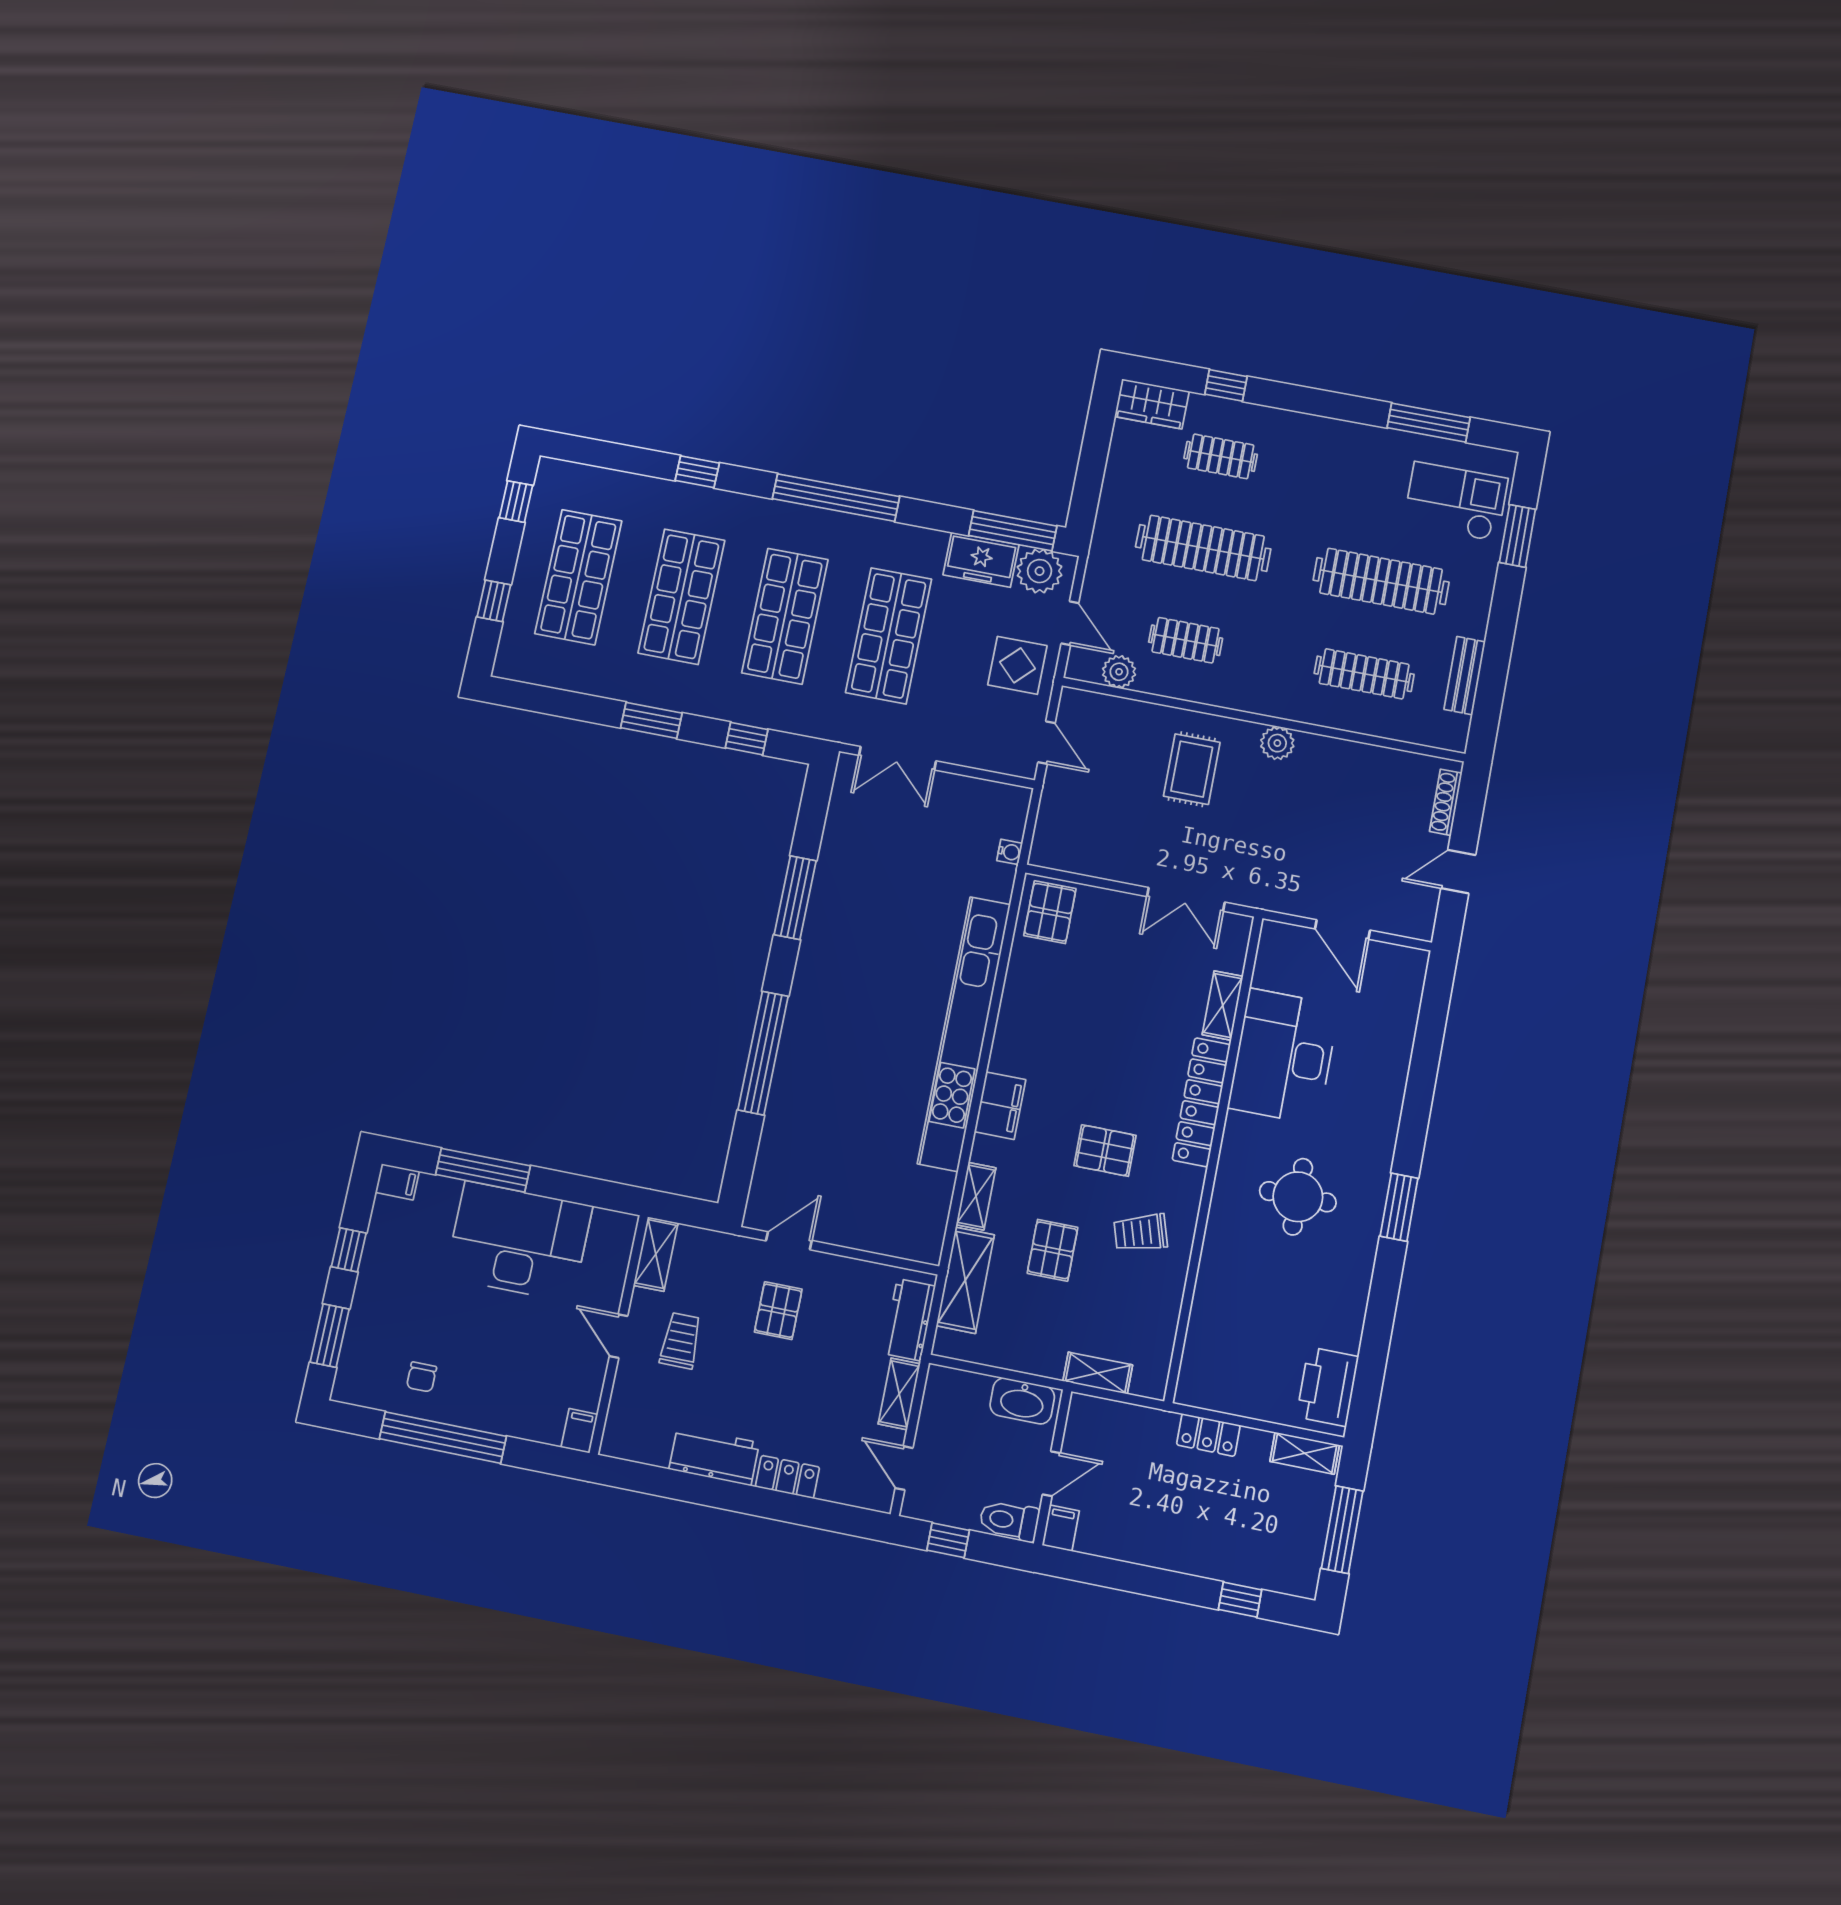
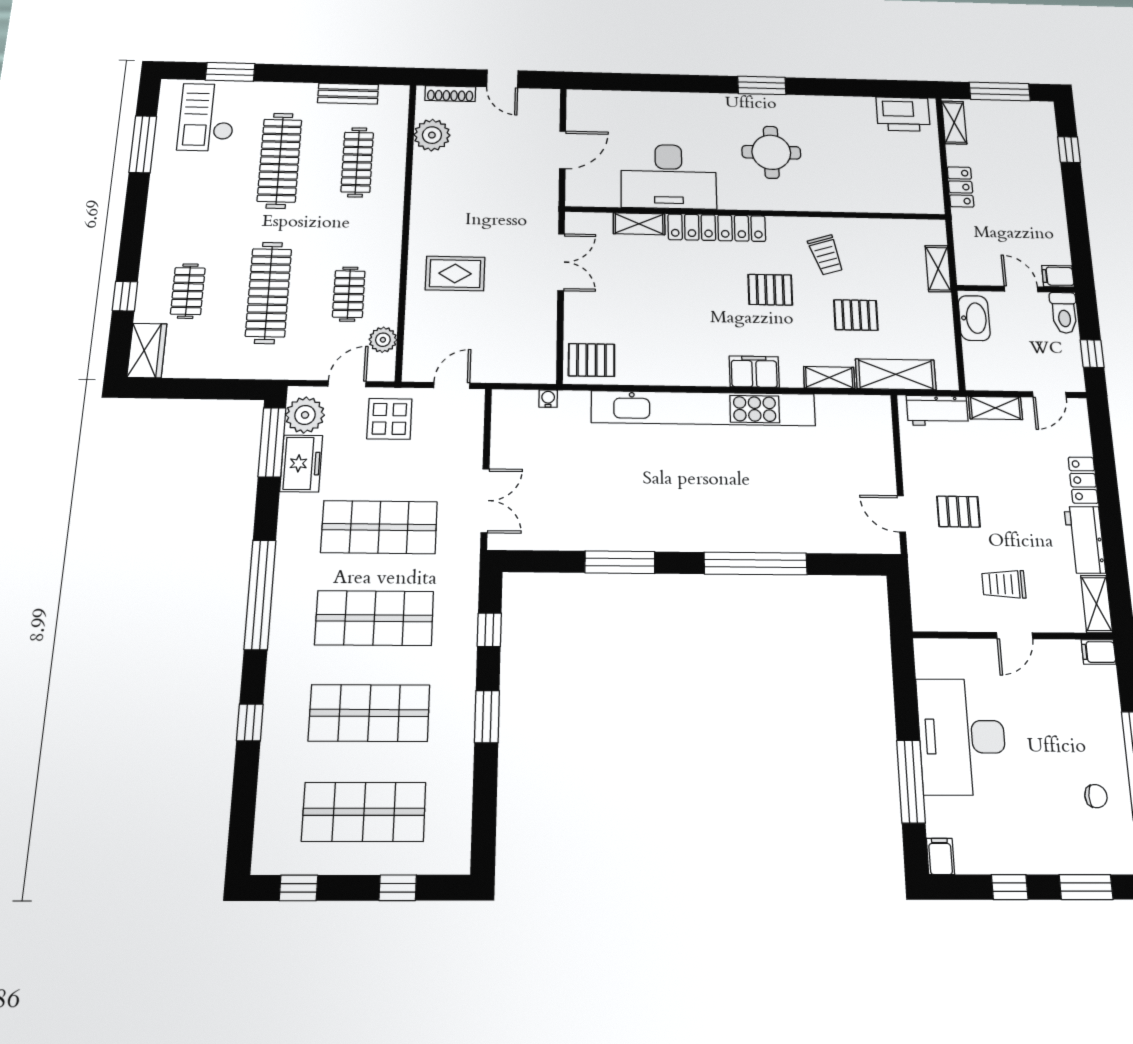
plant: (1277, 743) -> (432, 135), moved, width x1.36, depth x1.36
pallet: (1105, 1151) -> (770, 290), turned 90
shelving: (656, 1254) -> (1097, 604), moved, turned 90

